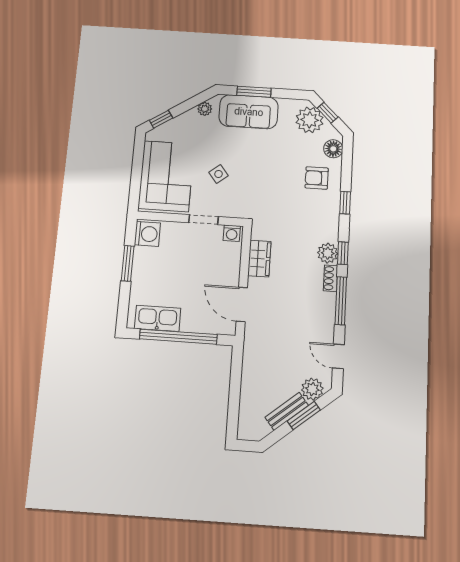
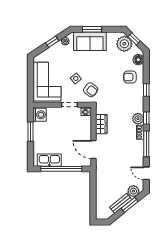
window: (161, 119) -> (52, 42), moved
armchair: (244, 196) -> (91, 90), added

